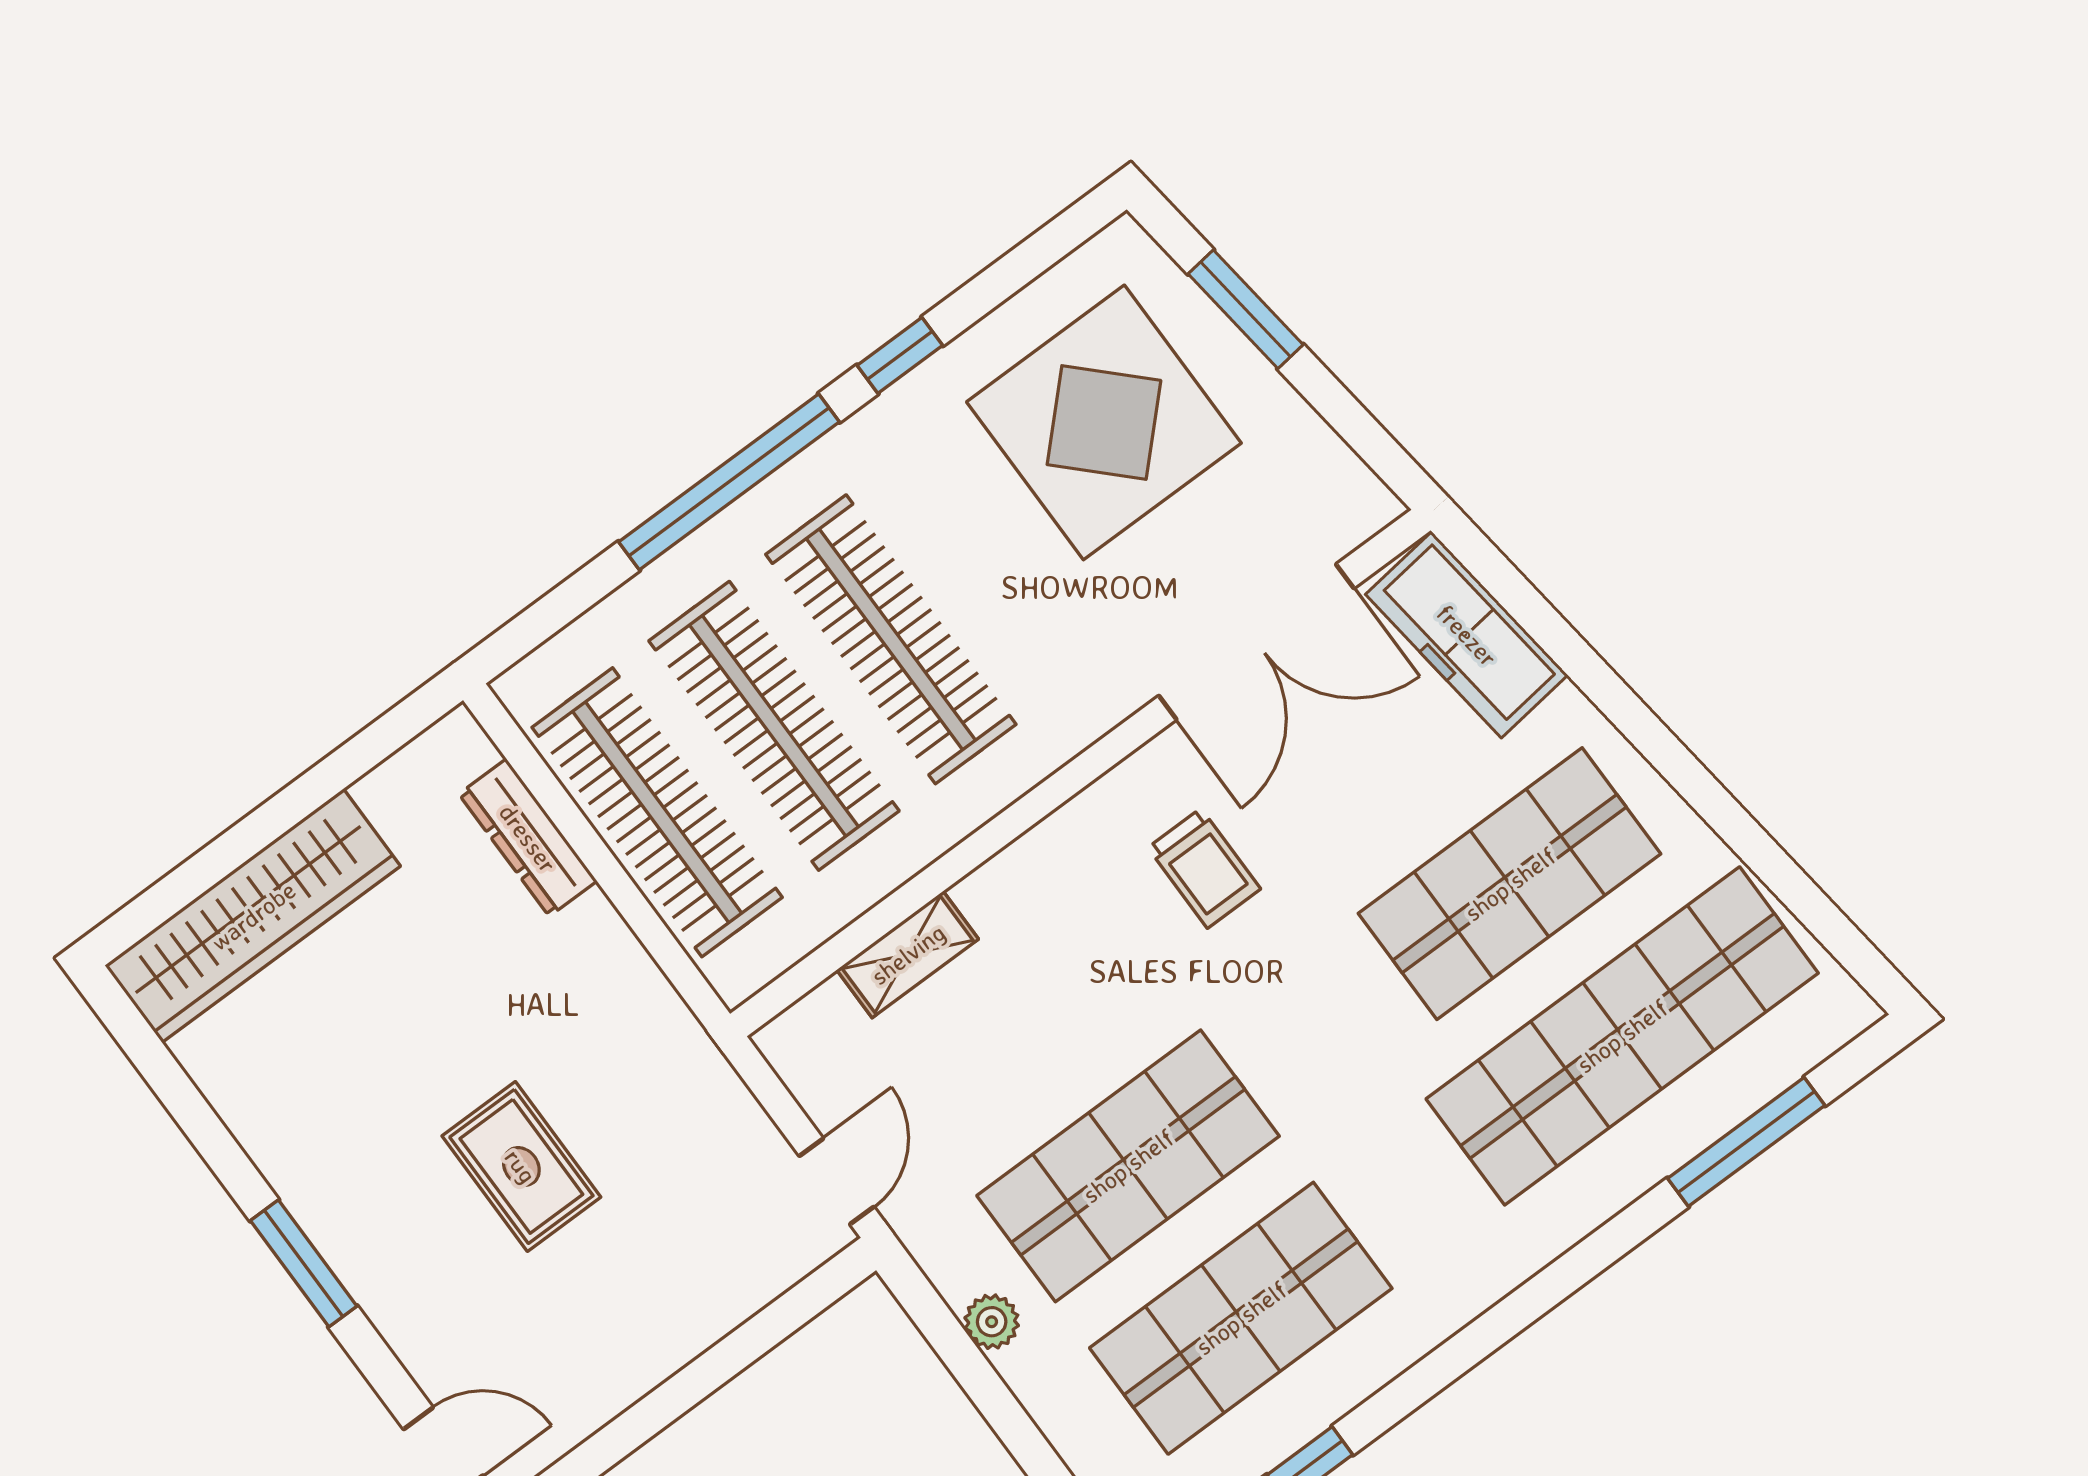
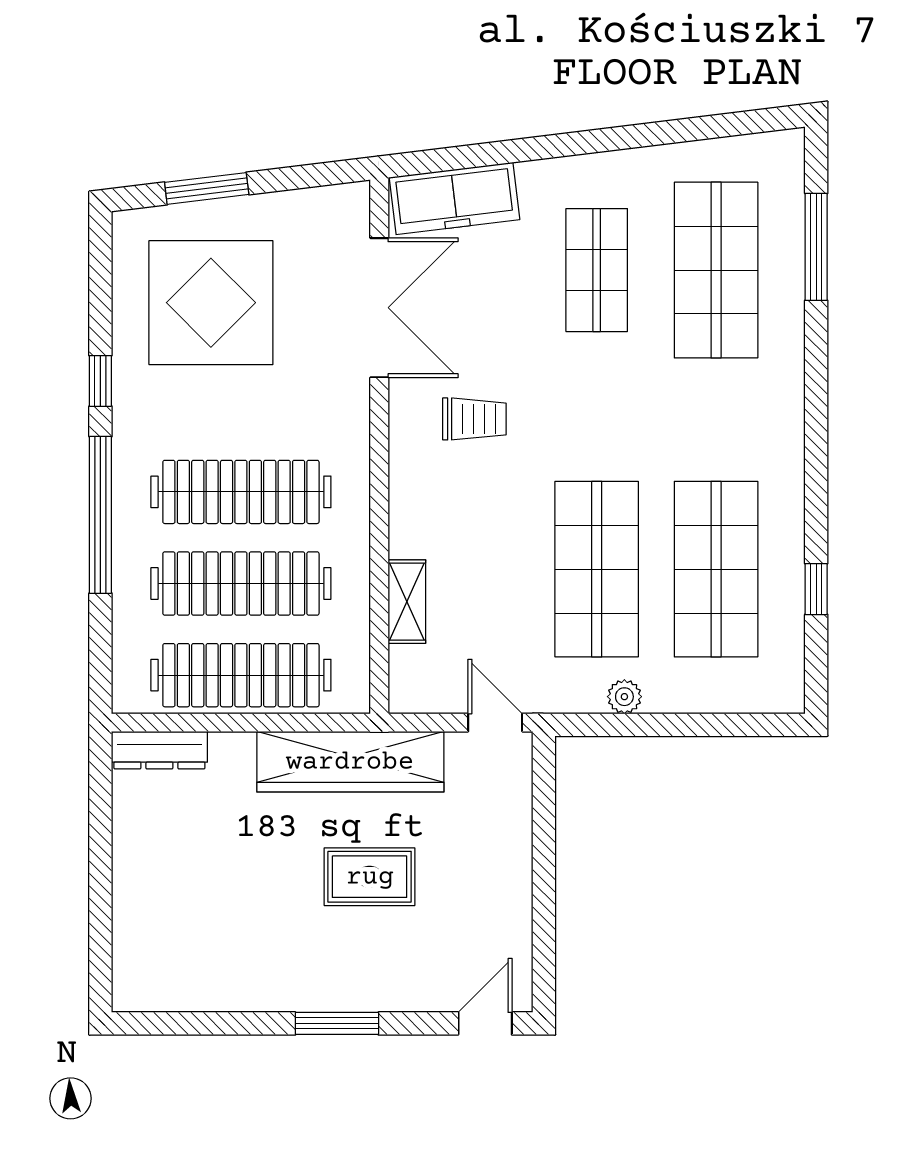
dresser: (528, 838) -> (159, 750), moved
shop shelf: (1510, 884) -> (597, 270), width x0.70, depth x0.74
wardrobe: (253, 916) -> (350, 762), moved, turned 90
shop shelf: (1622, 1036) -> (716, 270), width x0.71

